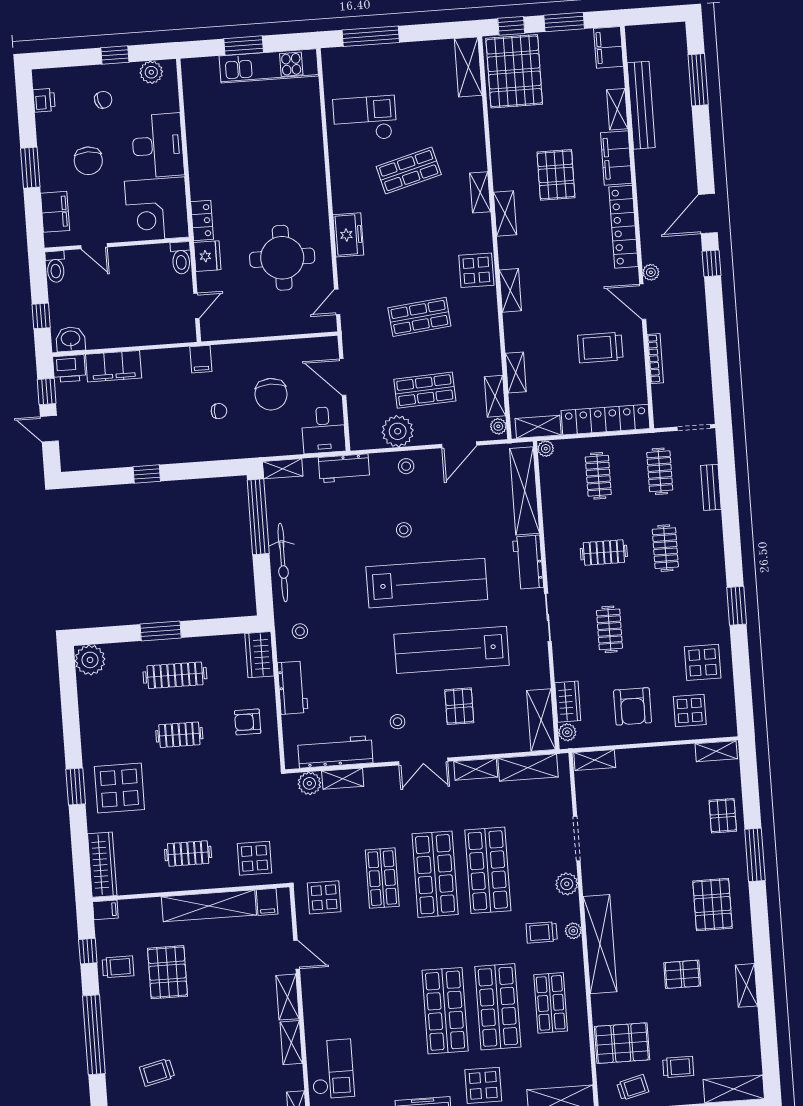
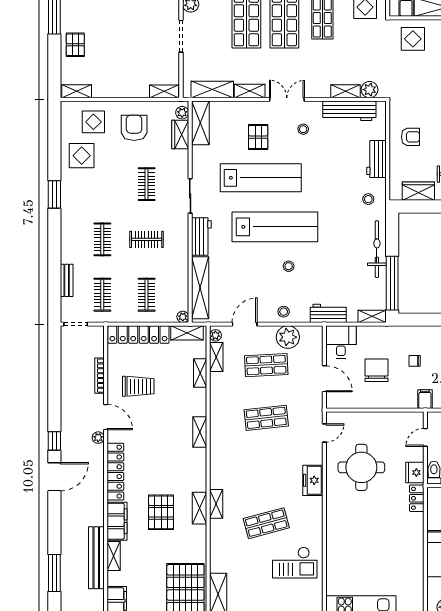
shelving: (505, 214) -> (199, 508), moved
display table: (476, 270) -> (223, 448), removed
lab bench: (427, 583) -> (275, 227), turned 180
wardrobe: (259, 655) -> (418, 191), moved, turned -90

